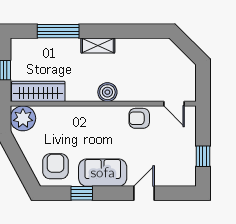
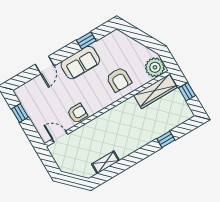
window: (58, 31) -> (166, 139), width x0.46
shelving: (98, 45) -> (106, 162), moved
boiler: (107, 92) -> (109, 118), removed
armchair: (55, 166) -> (119, 79), moved

